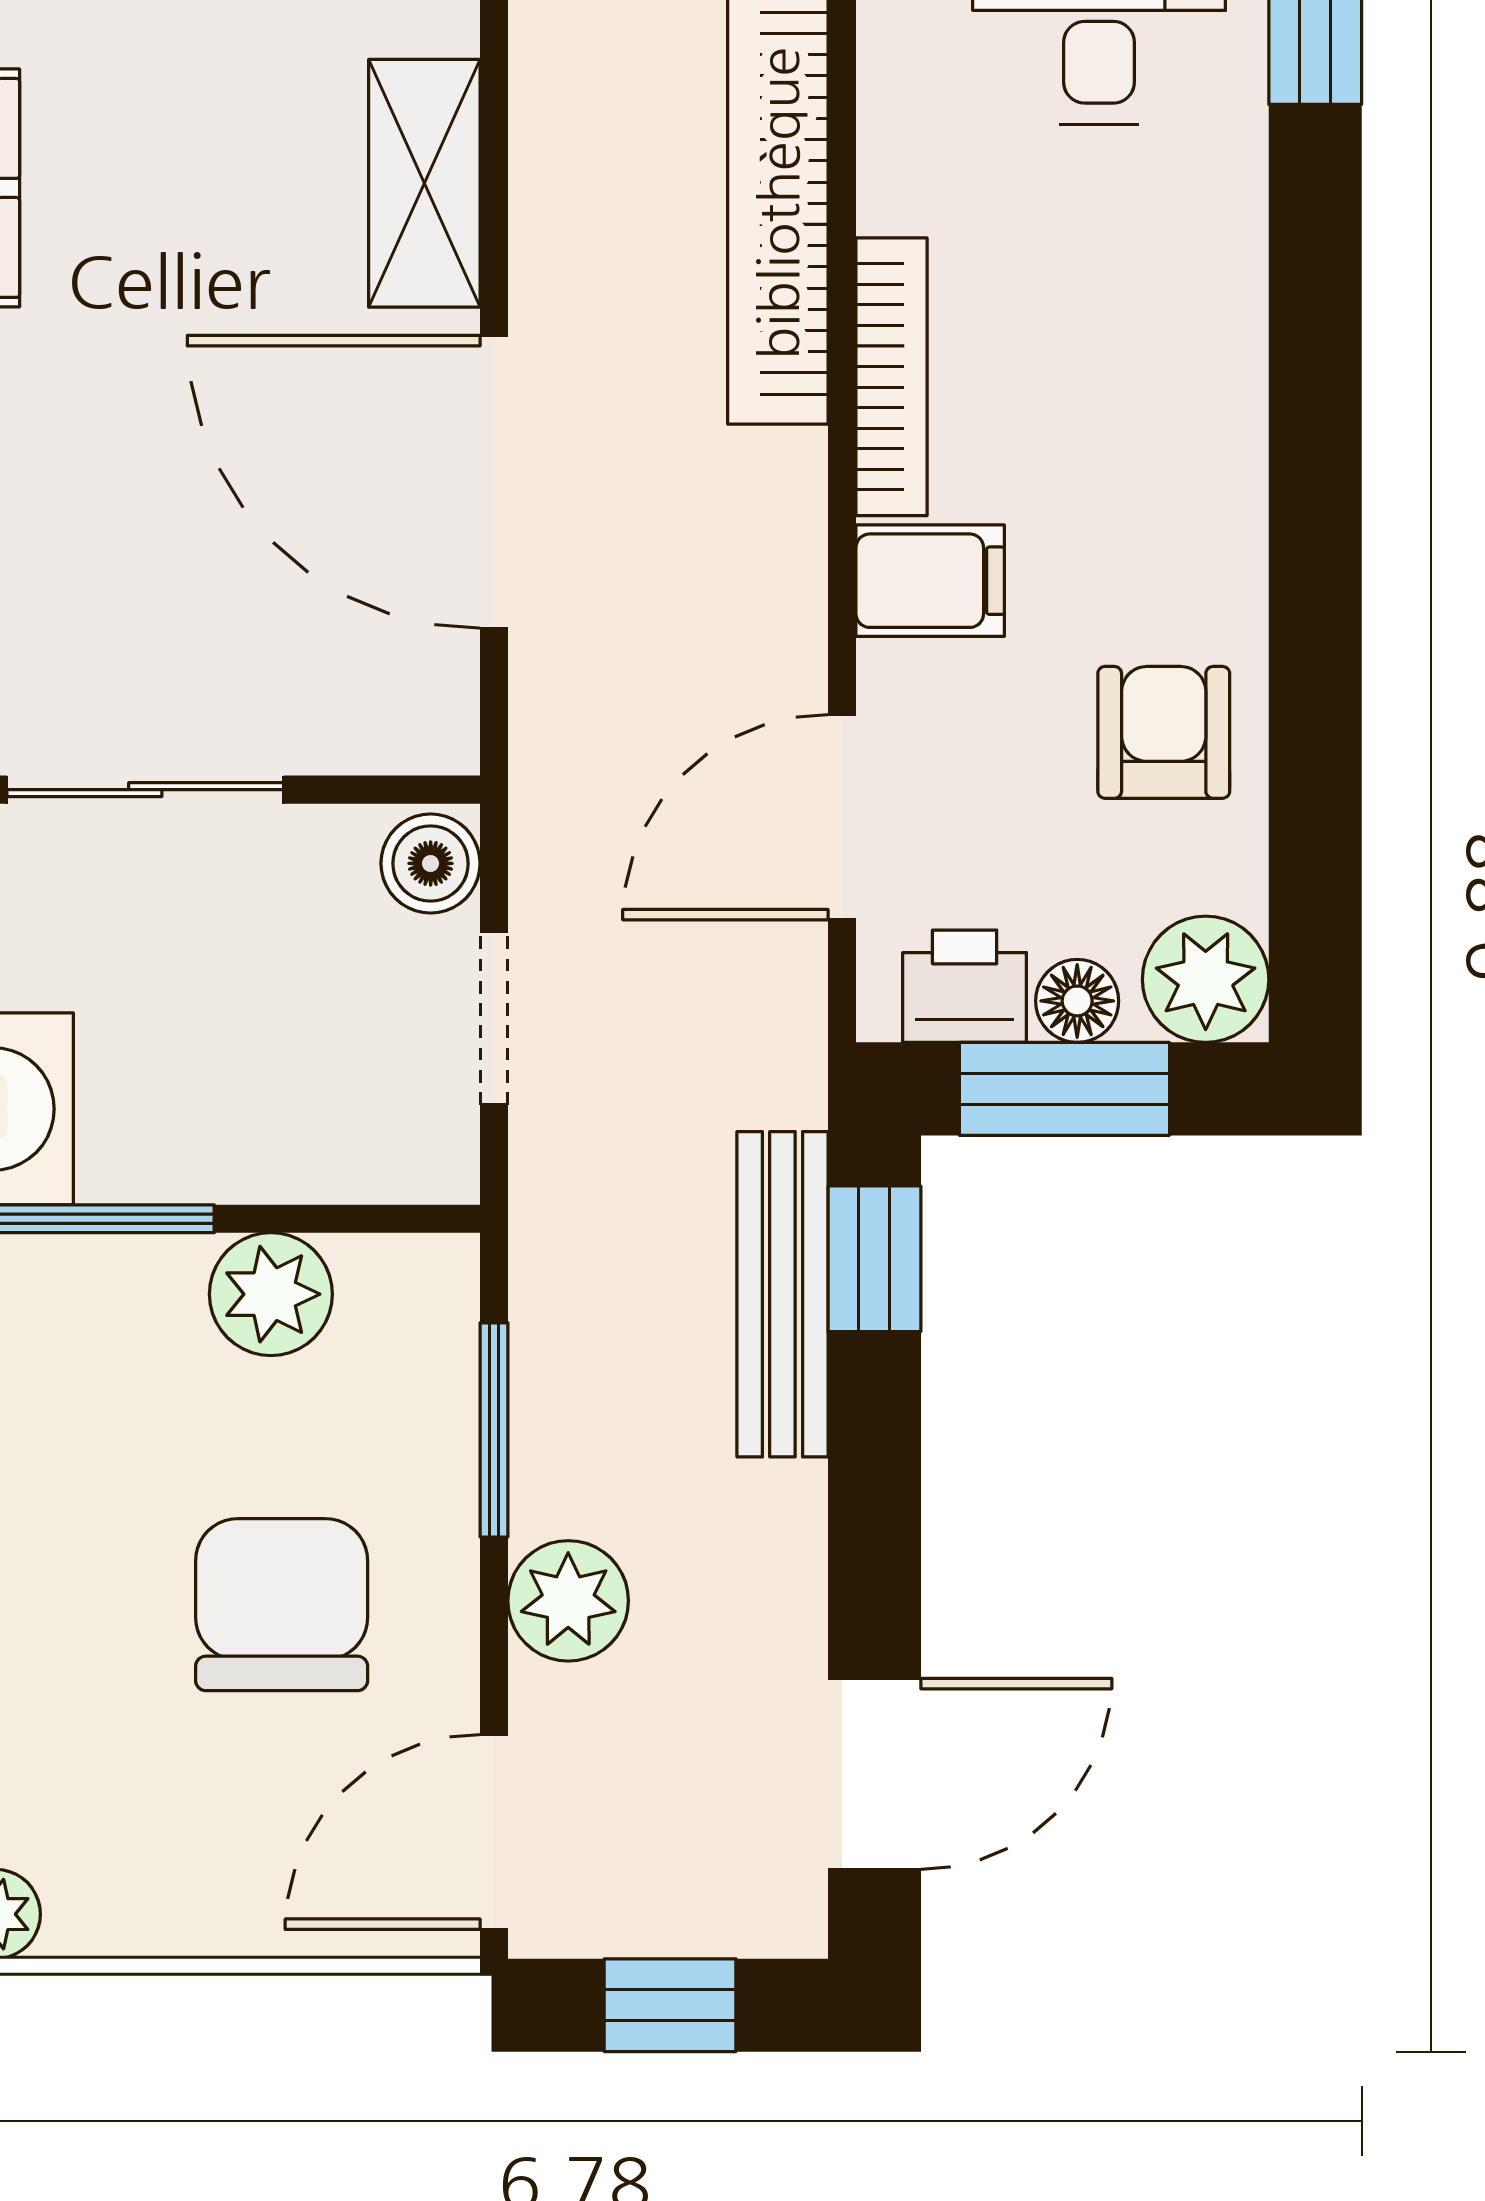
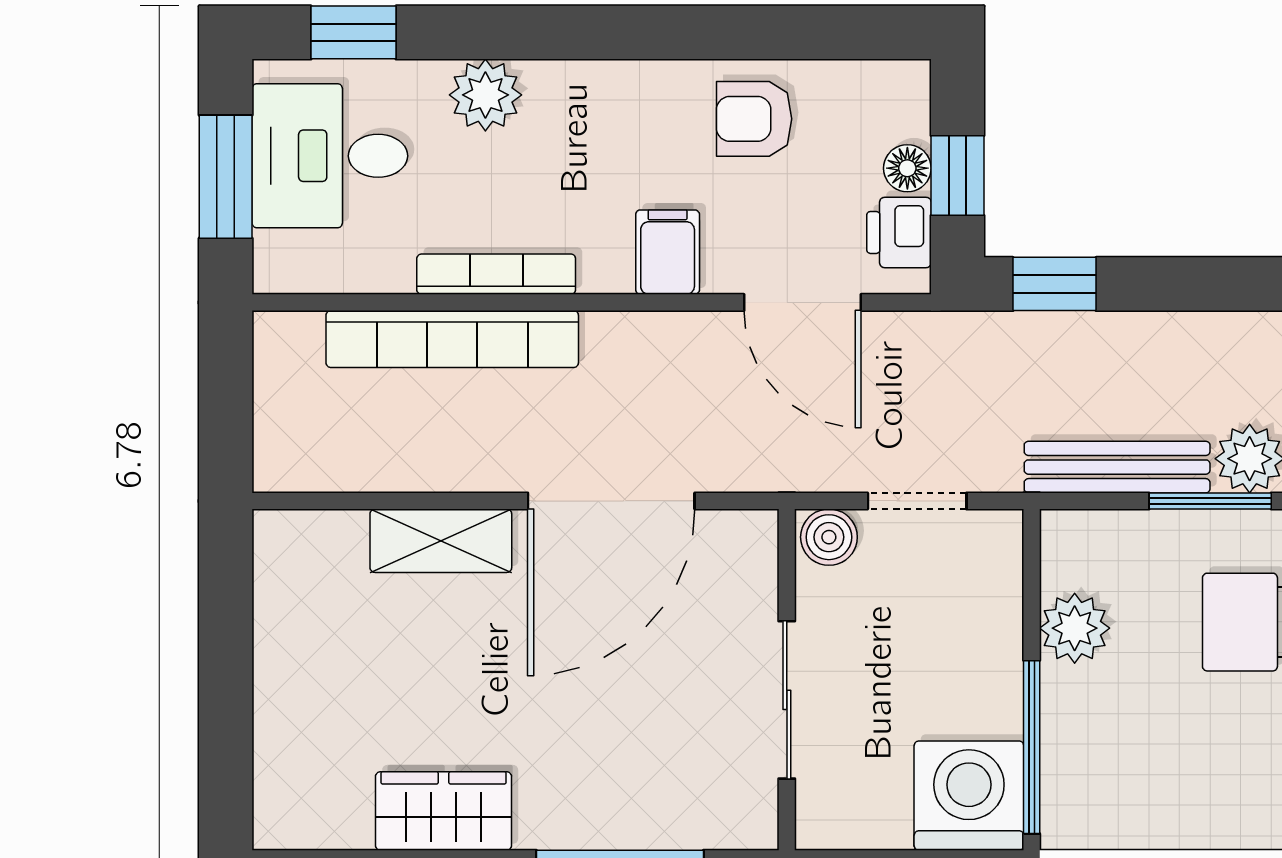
bookcase: (891, 377) -> (496, 274), moved
plant: (1206, 979) -> (485, 95), moved
window: (1064, 1089) -> (958, 176), width x0.67
bench: (782, 1294) -> (1117, 467), moved
window: (494, 1430) -> (1210, 501), moved

